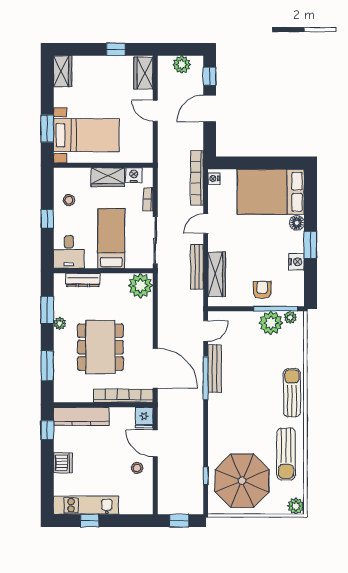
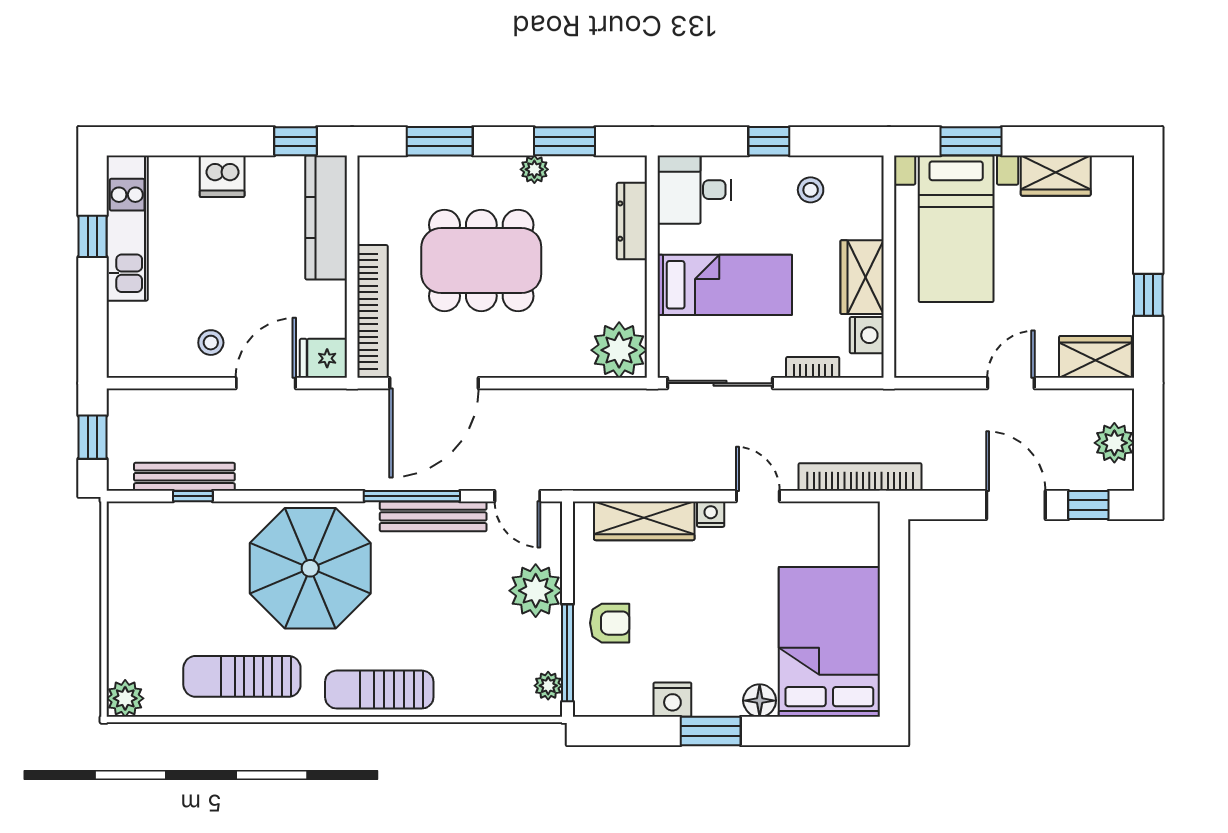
wardrobe: (63, 71) -> (1056, 176), moved
nightstand: (214, 179) -> (711, 514), moved
bench: (197, 267) -> (184, 477), moved
plant: (271, 323) -> (536, 591), moved
sun lounger: (292, 393) -> (379, 690), turned 180
parasol: (242, 481) -> (310, 568), moved

